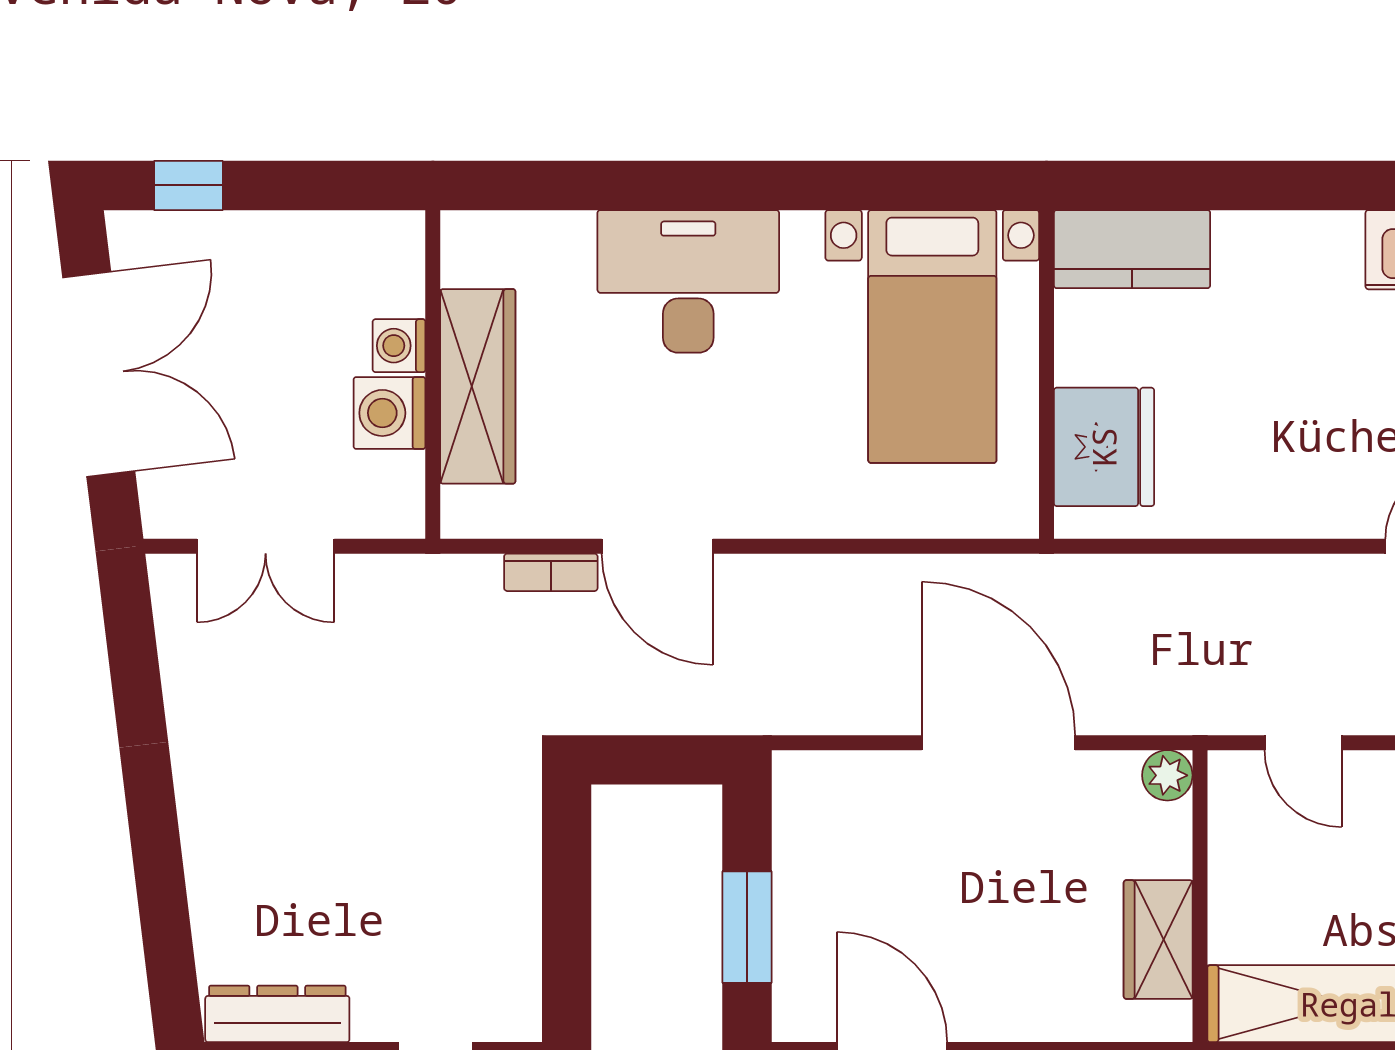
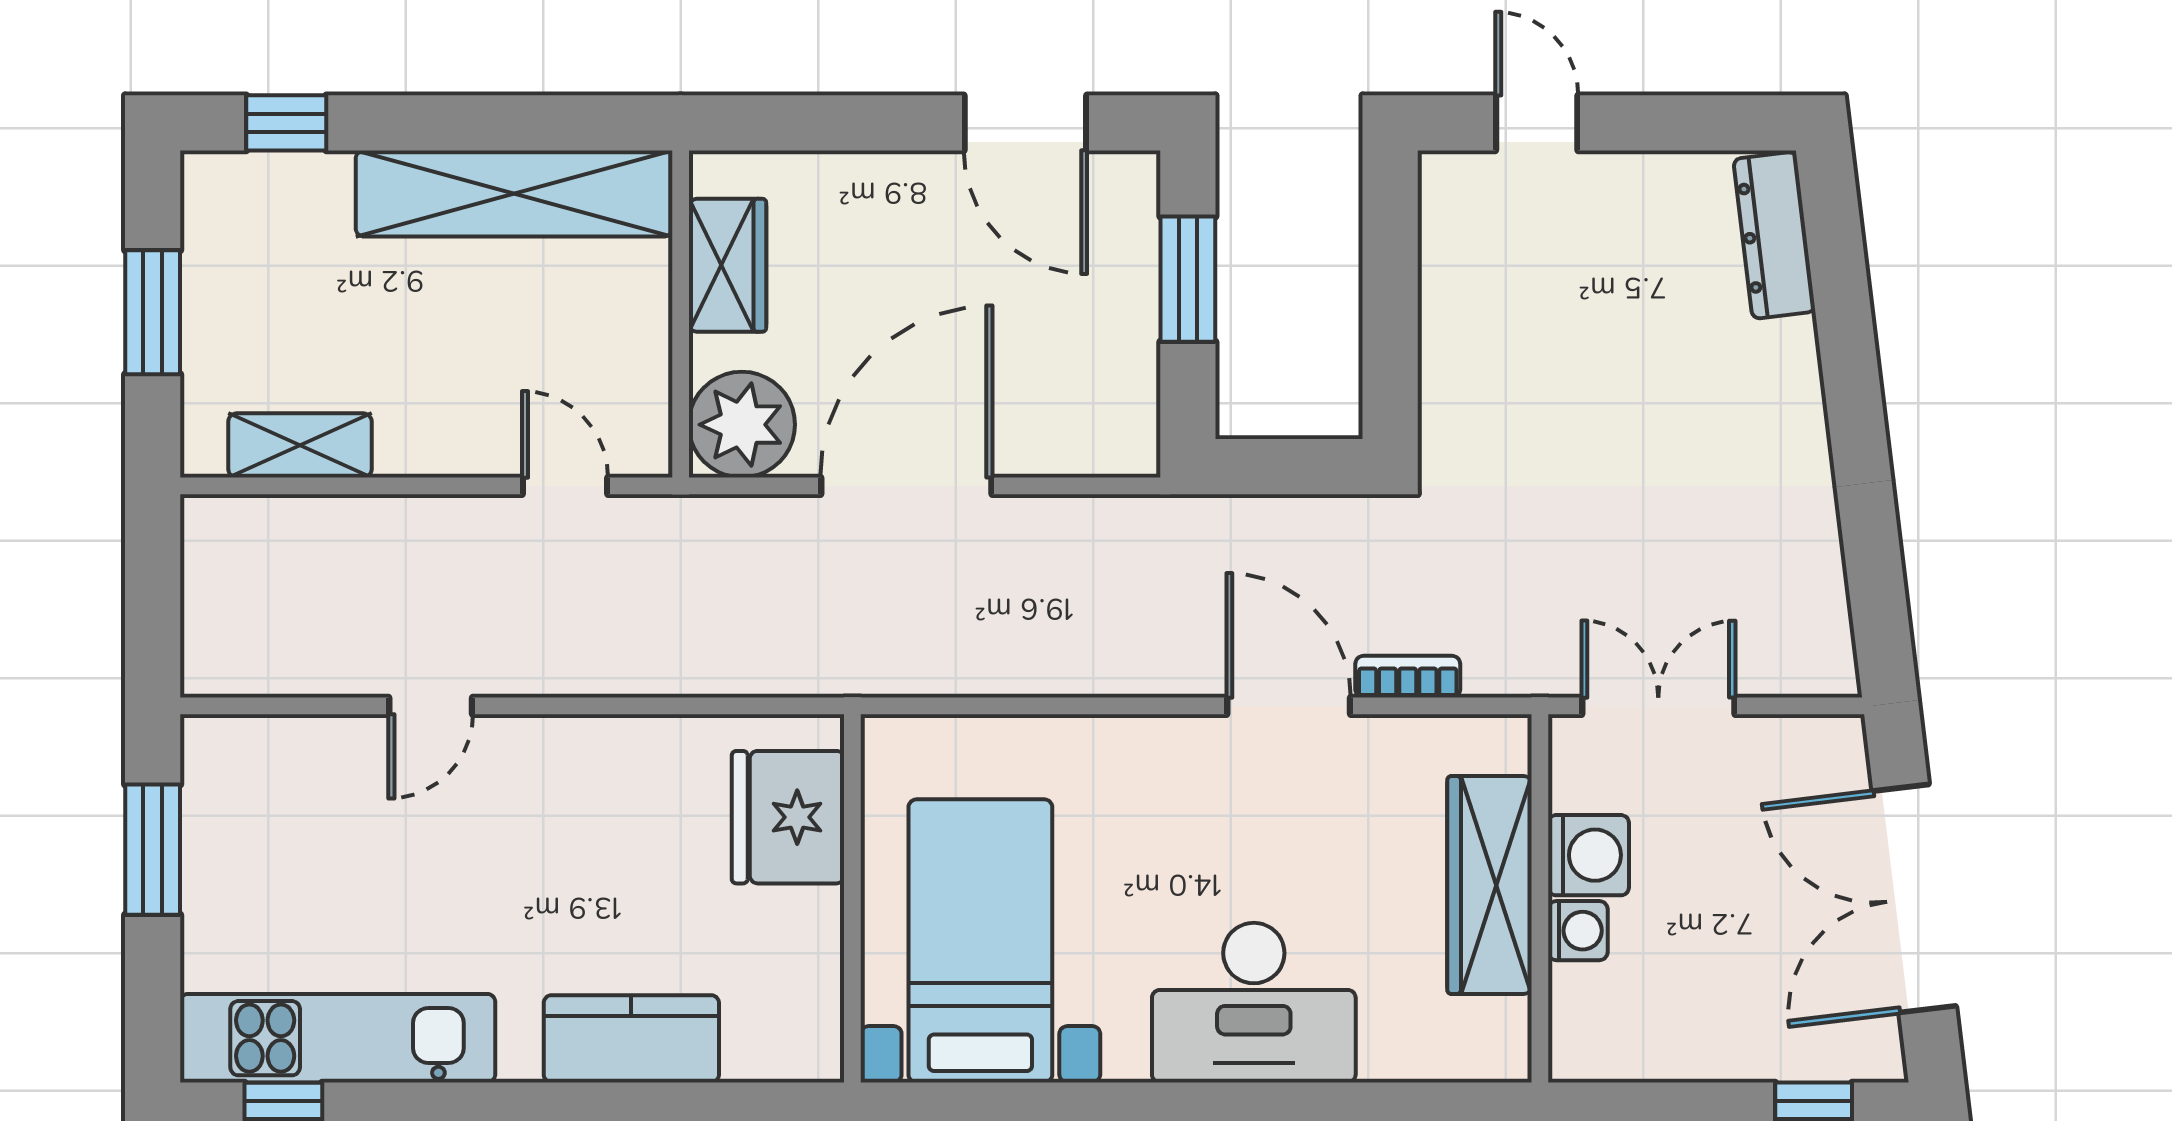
kitchen counter: (1132, 249) -> (631, 1039), moved
double door: (266, 546) -> (1658, 706), moved
door: (998, 743) -> (906, 486), swing flipped
plant: (1167, 775) -> (742, 425), width x1.88, depth x1.88
dresser: (277, 1014) -> (1774, 235), moved, turned 83

